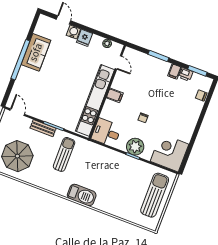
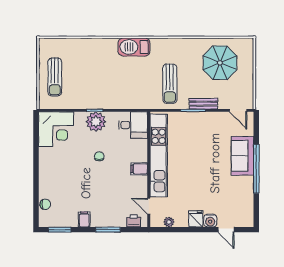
sofa: (36, 52) -> (243, 156), moved
printer: (186, 74) -> (134, 221), moved
sun lounger: (155, 195) -> (55, 77), width x0.73, depth x0.75

